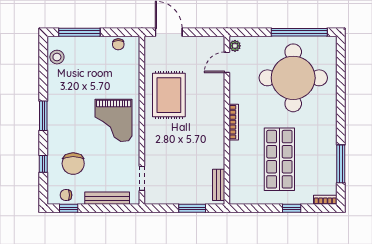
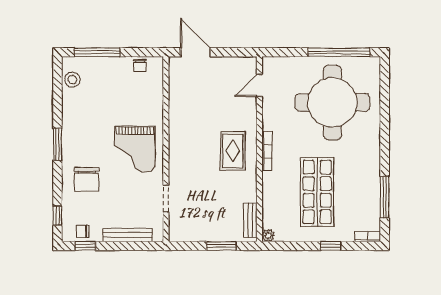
plant: (235, 46) -> (268, 235), moved
rug: (169, 95) -> (233, 151), moved, width x0.73, depth x0.70
window: (43, 164) -> (57, 216), moved
chair: (73, 164) -> (87, 179), moved
doorway: (142, 178) -> (166, 199), moved

